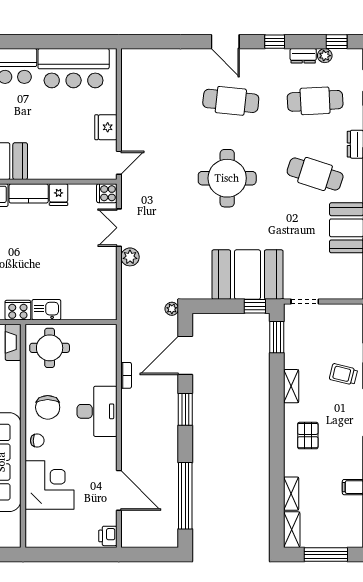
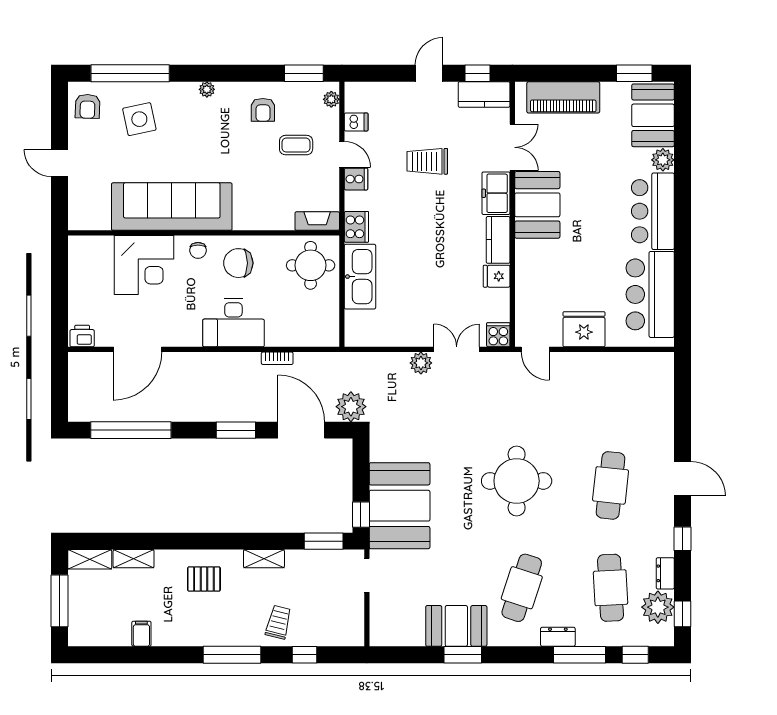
door: (225, 42) -> (682, 479), swing flipped
plant: (325, 56) -> (658, 607), width x1.88, depth x1.88
fridge: (106, 127) -> (584, 329), width x1.36, depth x1.34
plant: (172, 309) -> (351, 407), width x1.88, depth x1.88
kitchen sink: (46, 310) -> (360, 277), width x1.87, depth x1.24

